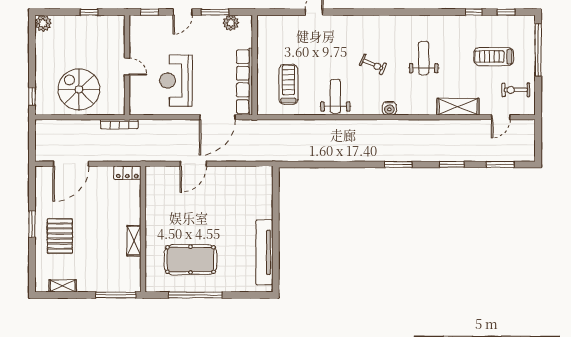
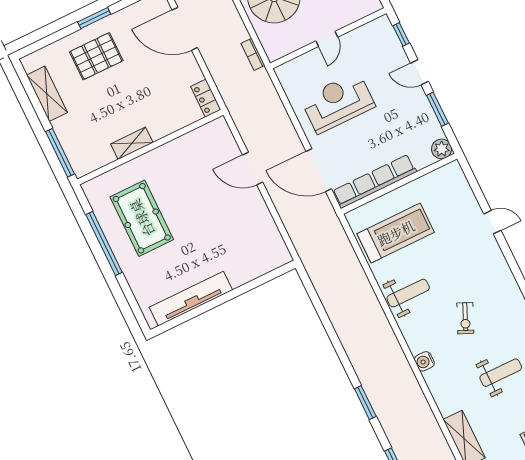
plant: (231, 23) -> (442, 149), moved
treadmill: (288, 84) -> (396, 233), width x1.37, depth x1.38
bookcase: (119, 124) -> (253, 54), width x0.64
shelving: (63, 286) -> (47, 94), width x1.50, depth x1.33

